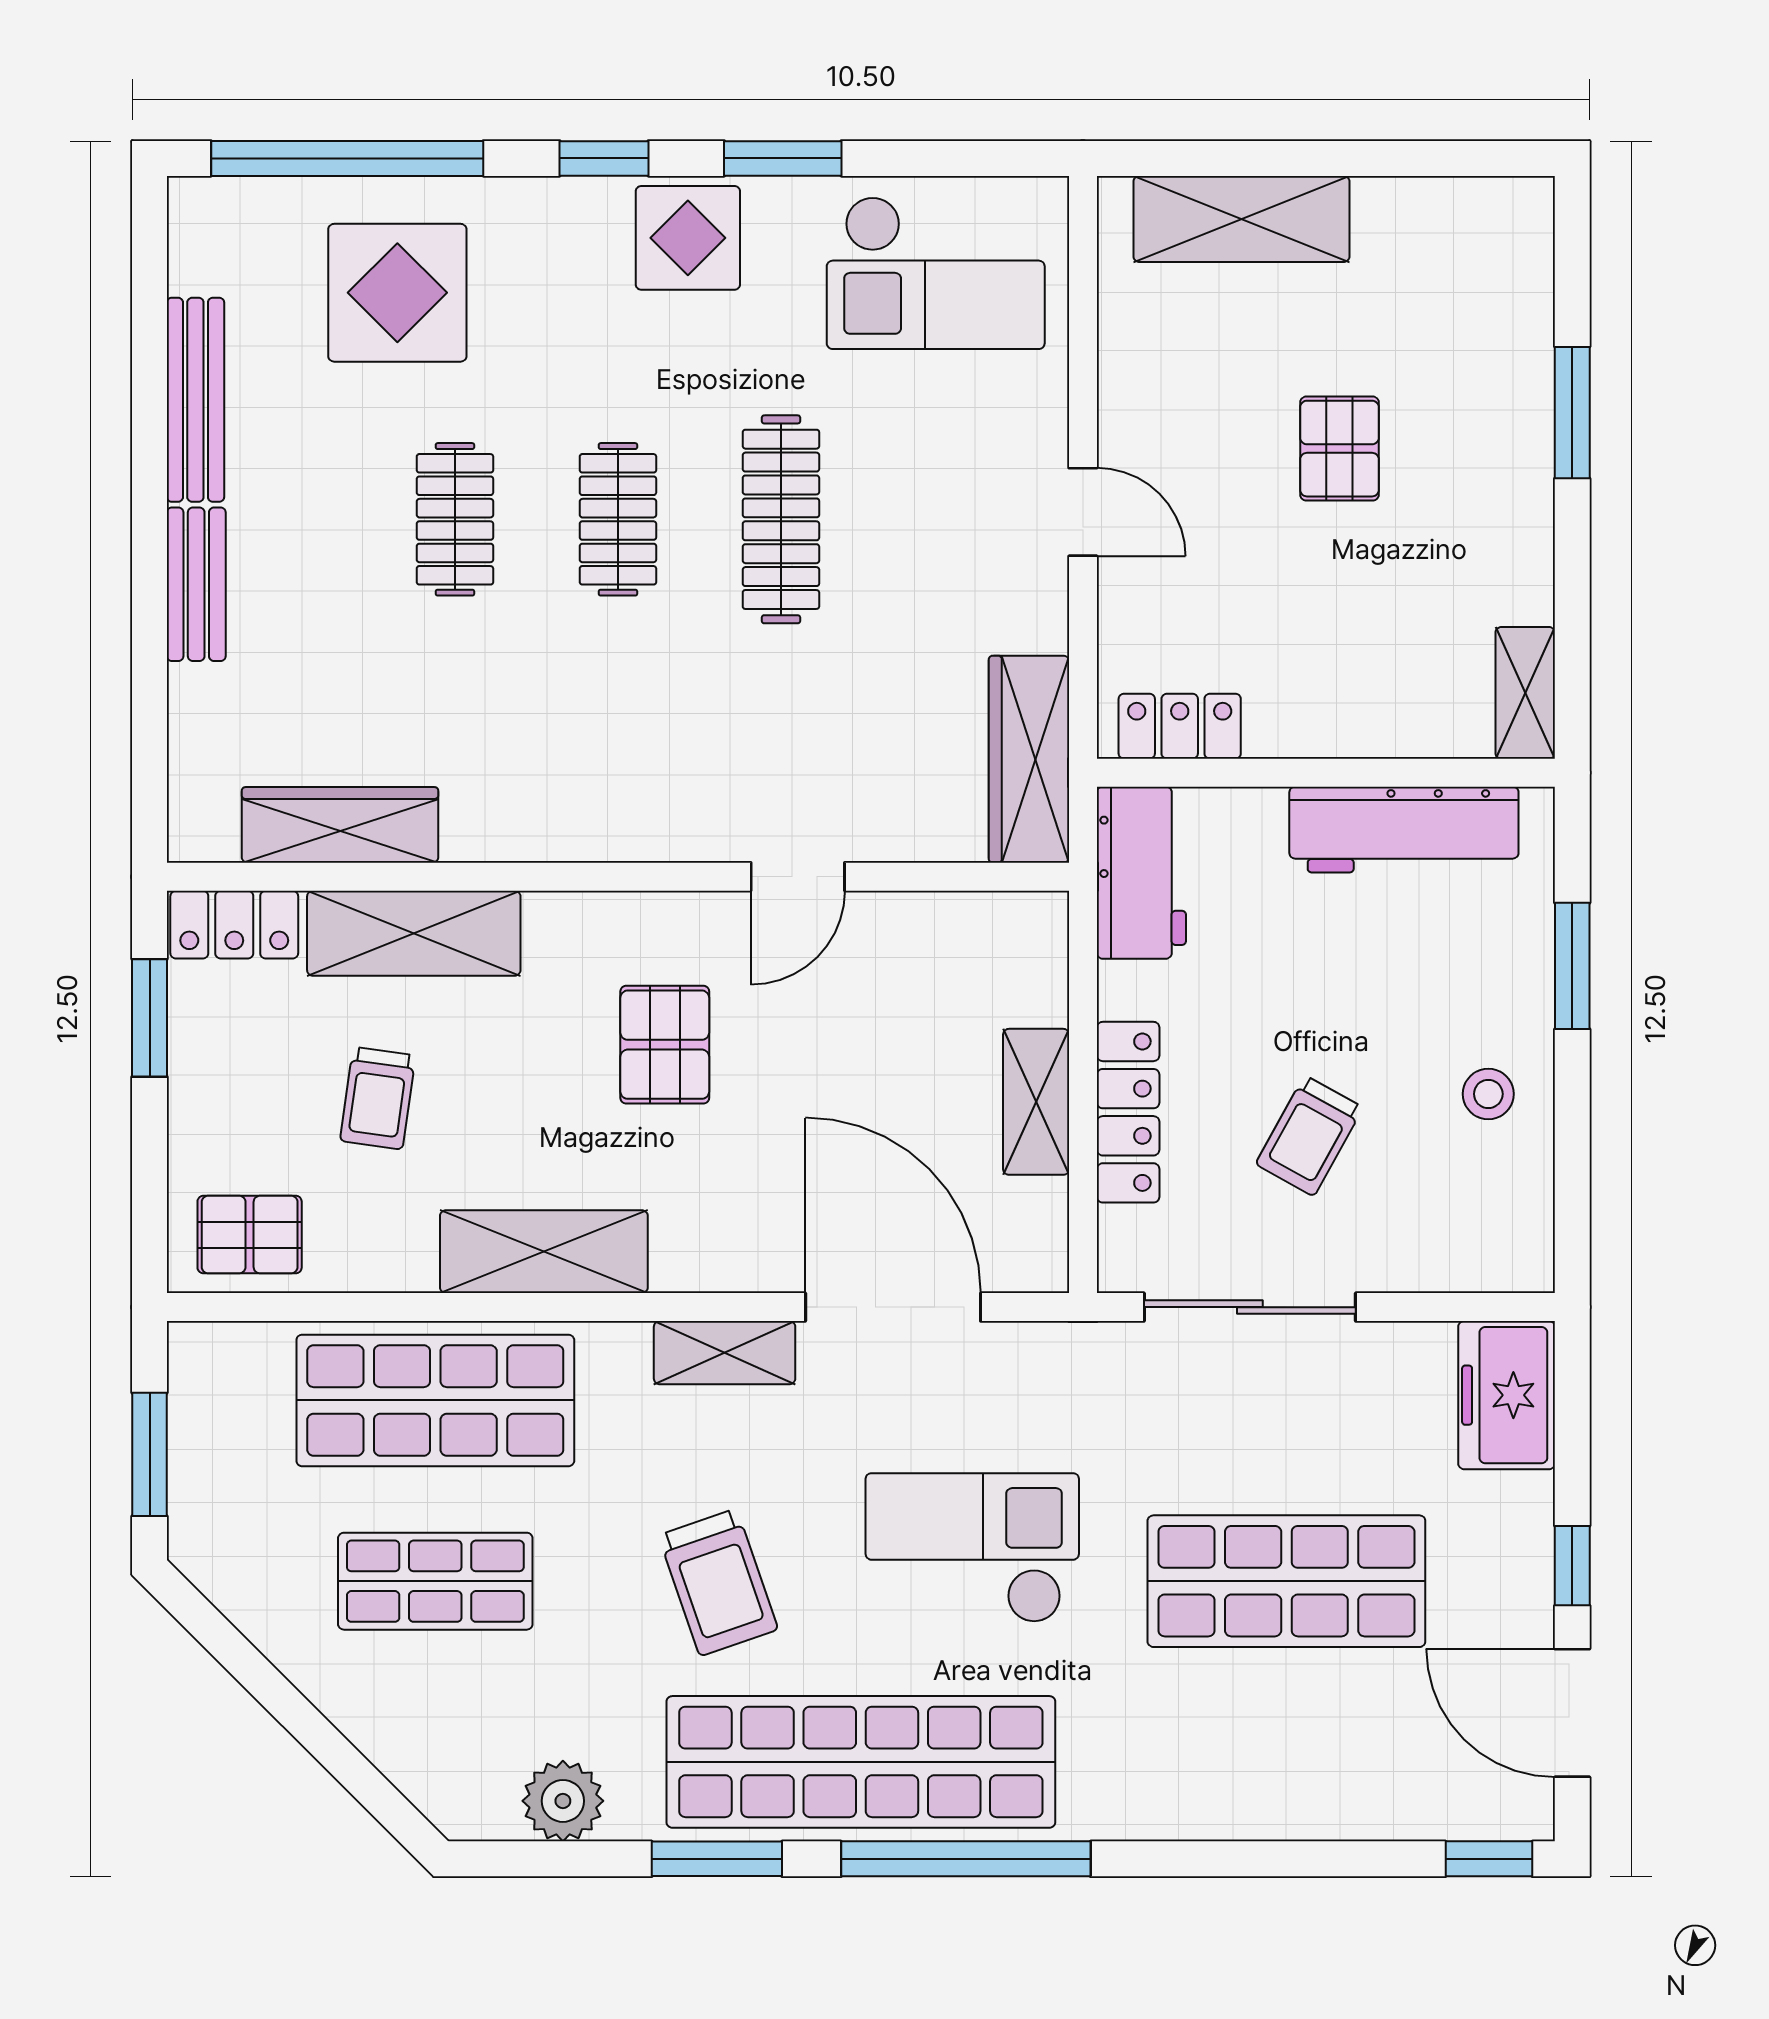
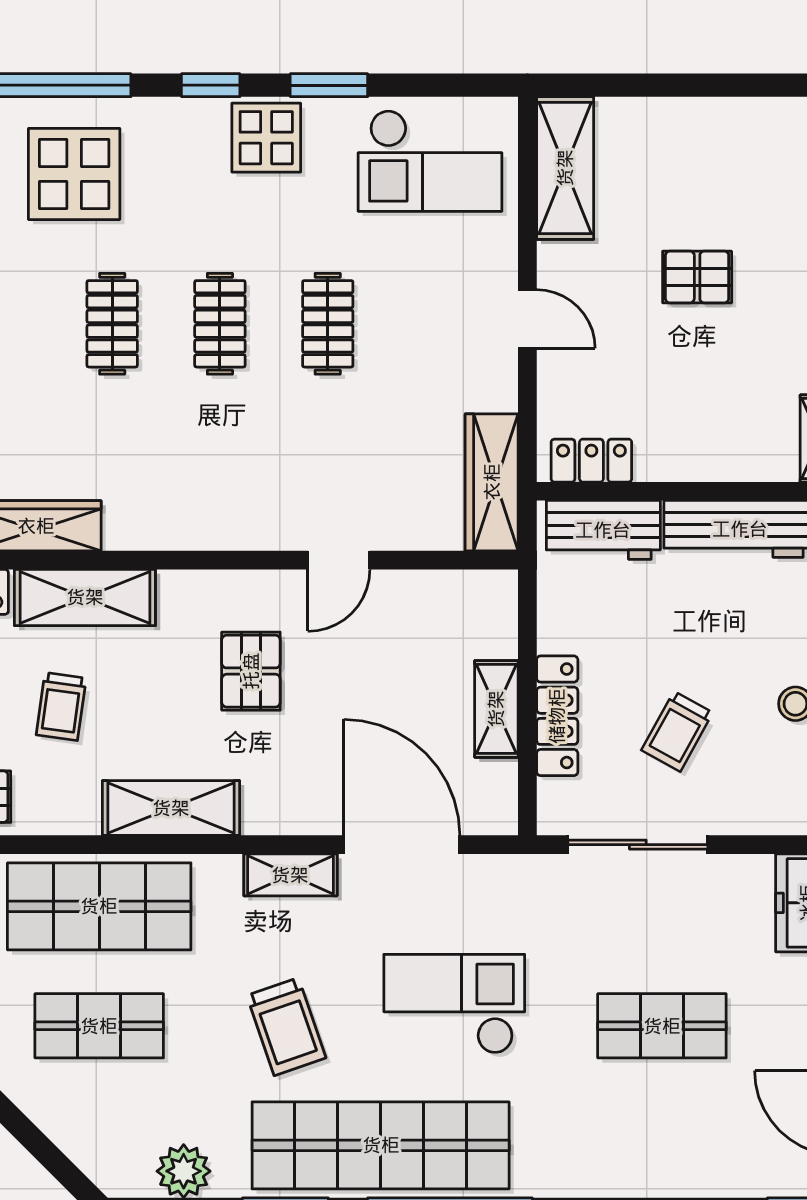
shelving: (1241, 219) -> (565, 168), moved, turned 90
pallet: (1339, 449) -> (697, 277), turned 90
clothes rail: (781, 519) -> (328, 324), width x0.73
workbench: (1141, 873) -> (603, 530), moved, turned 90
shop shelf: (1286, 1581) -> (662, 1026), width x0.70, depth x0.74

